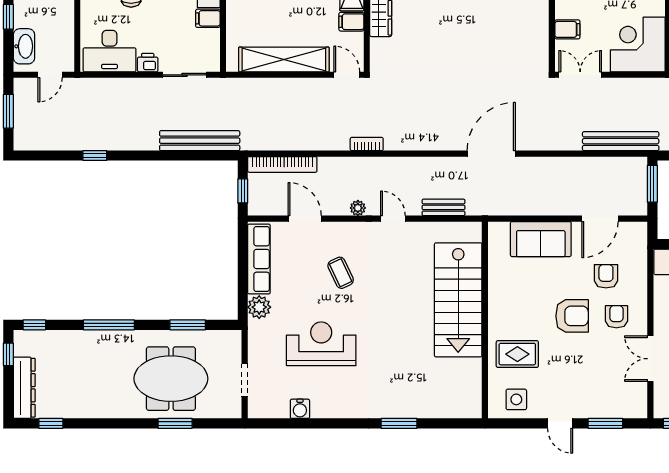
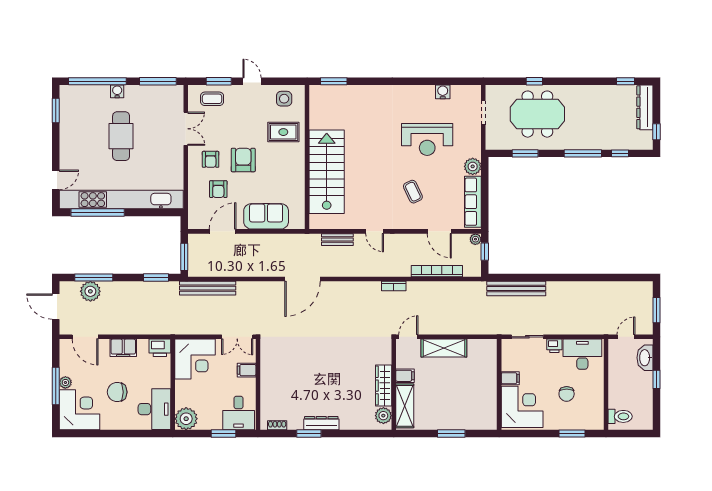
shelving: (284, 59) -> (444, 348), width x0.68
door: (347, 75) -> (408, 337), swing flipped
window: (95, 156) -> (593, 278), removed
bookcase: (282, 164) -> (437, 271), moved
plant: (358, 208) -> (475, 239), moved
armchair: (572, 316) -> (243, 160), turned 90
window: (34, 325) -> (620, 153), moved
coffee table: (614, 399) -> (212, 99), added
window: (175, 423) -> (534, 81), width x0.67
window: (399, 423) -> (334, 81), moved

